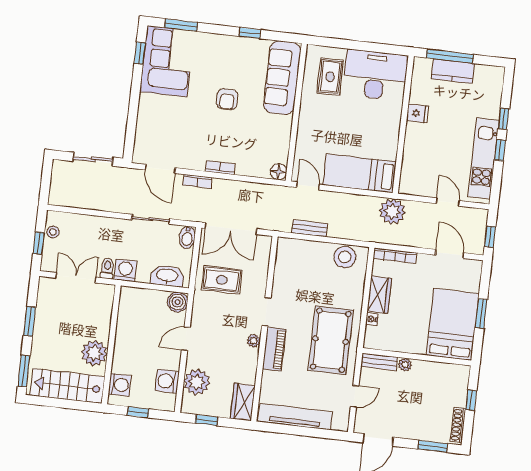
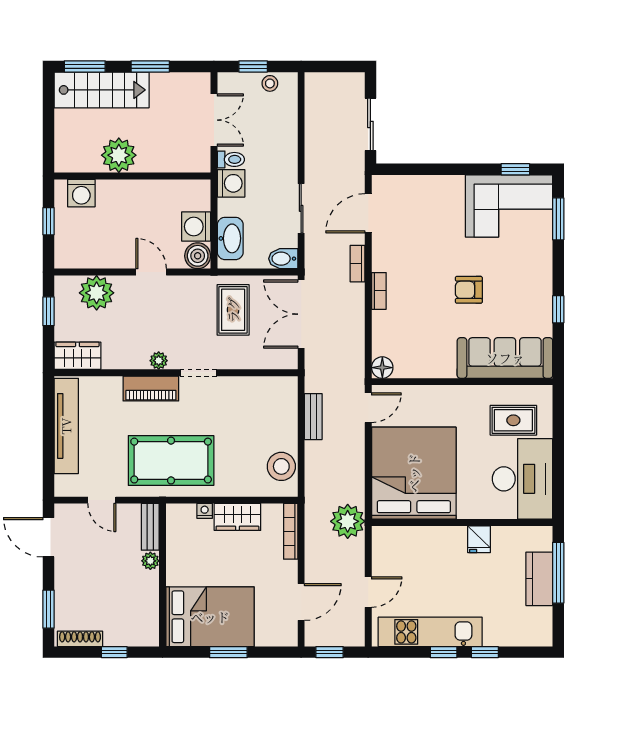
bed: (360, 173) -> (414, 473), width x2.04
washing machine: (167, 381) -> (196, 227), moved, turned -90
stairs: (67, 386) -> (102, 90), moved, turned 90

